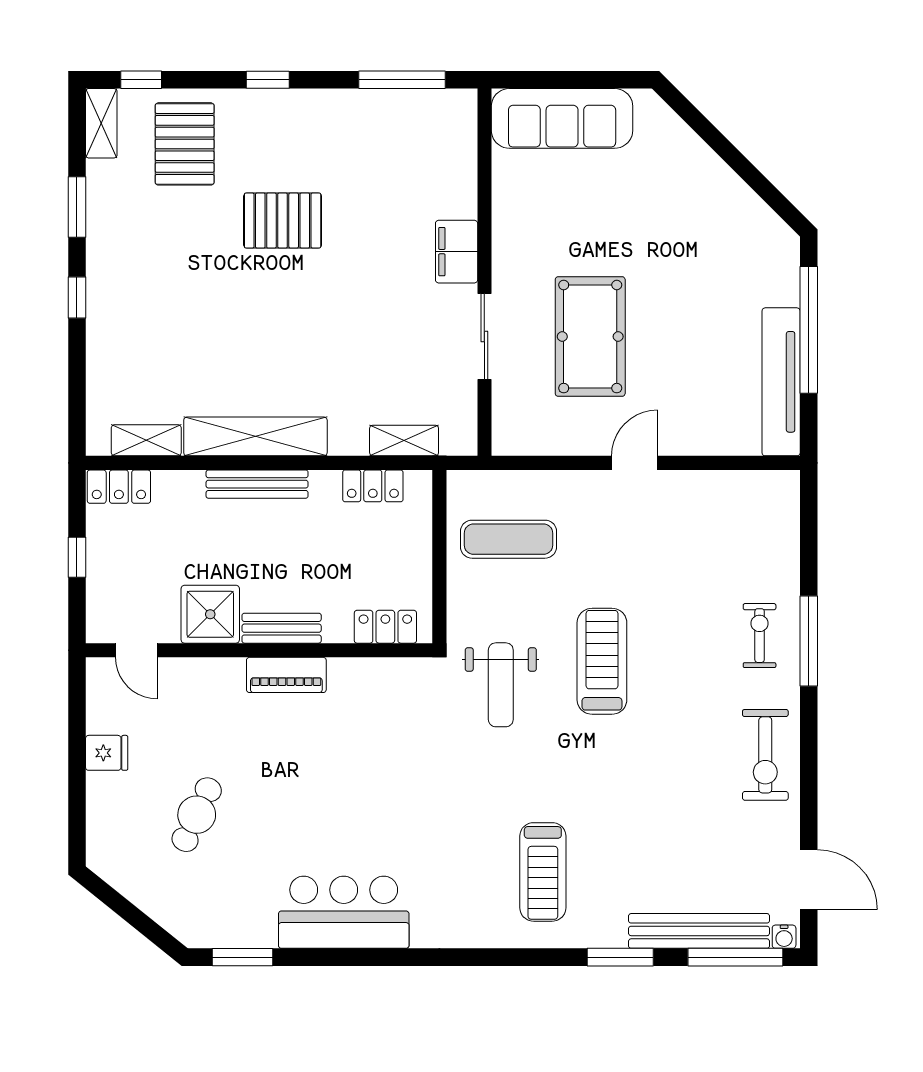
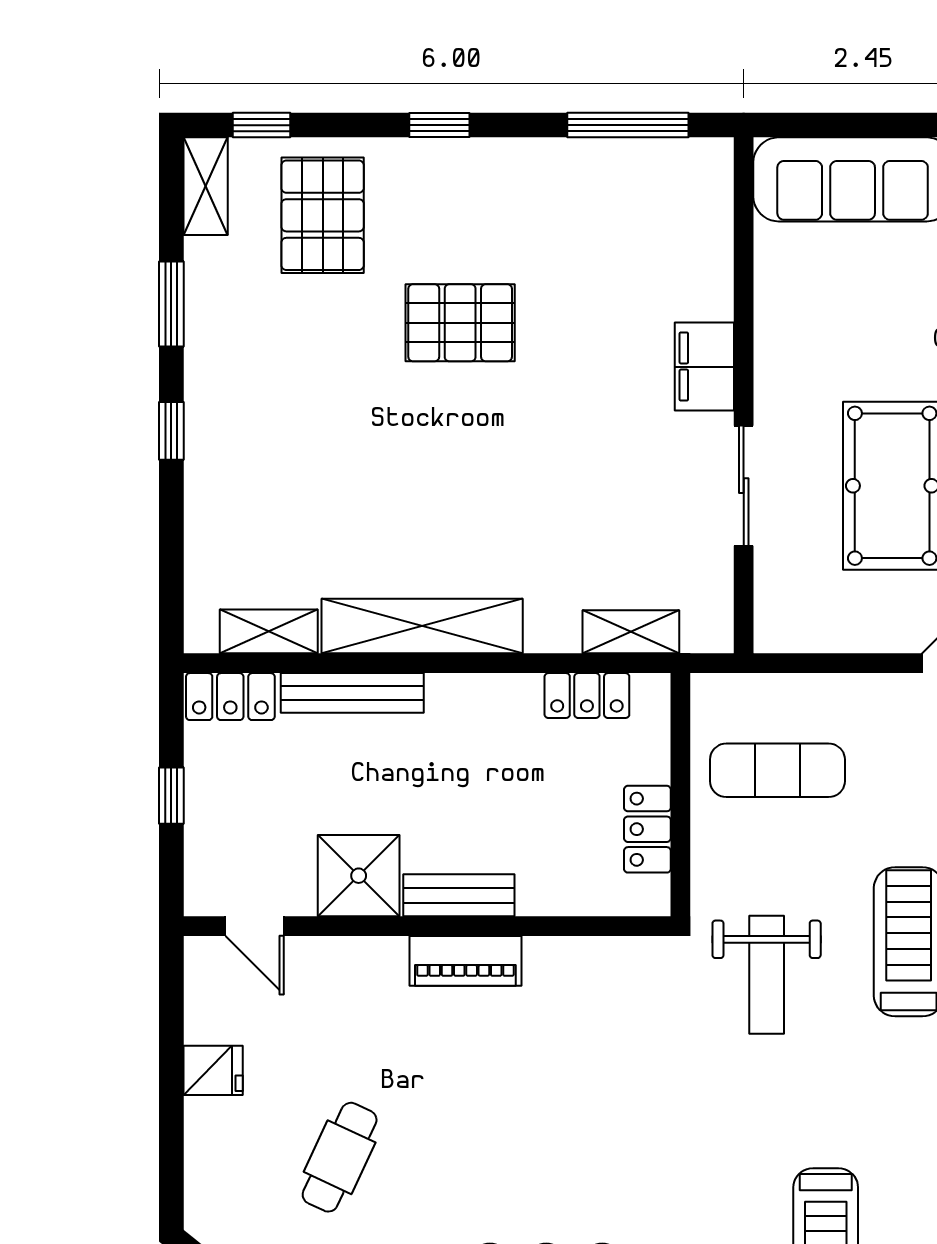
bench: (257, 484) -> (352, 693), moved
locker: (385, 627) -> (647, 829), moved, turned -90

